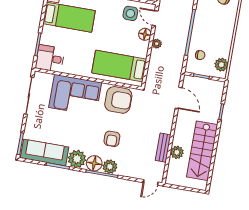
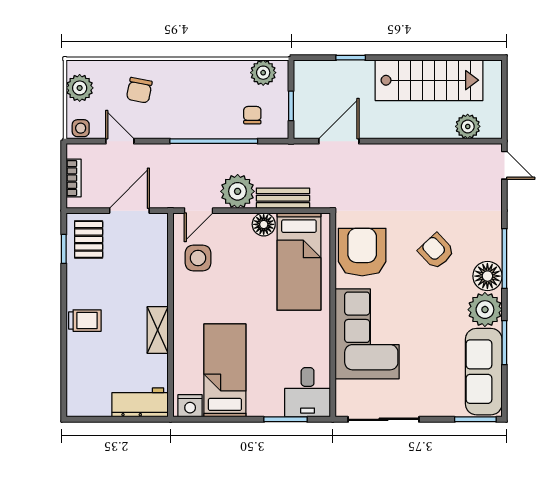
floor lamp: (145, 34) -> (264, 224), moved
plant: (157, 44) -> (238, 191), width x1.88, depth x1.88
armchair: (112, 139) -> (436, 251), turned -133
bench: (163, 148) -> (283, 198), moved
plant: (177, 152) -> (468, 126), moved
plant: (110, 167) -> (489, 246), removed

